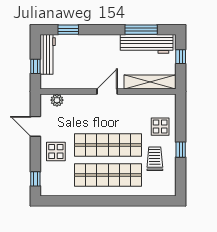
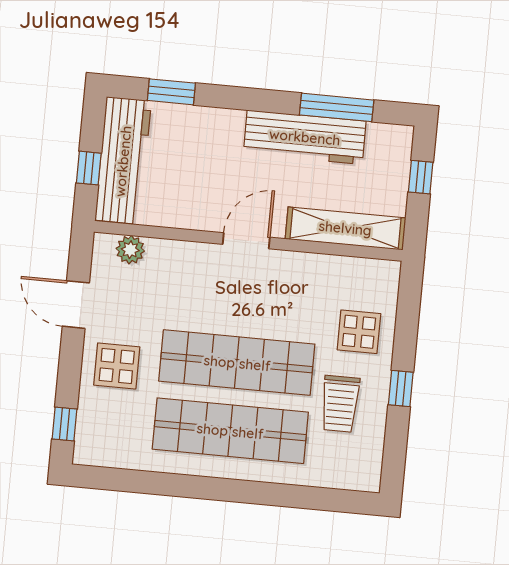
workbench: (147, 44) -> (305, 137), moved
workbench: (48, 54) -> (123, 161), width x1.36, depth x1.32
trolley: (155, 159) -> (340, 404), turned 180

